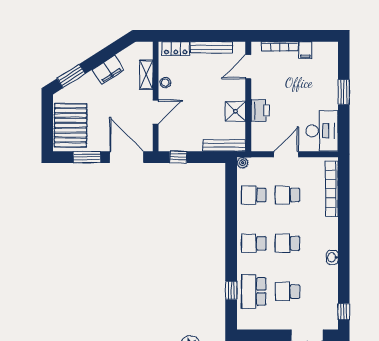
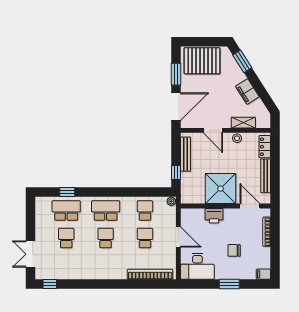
filing cabinet: (305, 50) -> (263, 274), moved
chair: (303, 86) -> (234, 250), added
shower: (235, 111) -> (220, 189), width x1.86, depth x1.86
bench: (224, 145) -> (186, 154), moved
window: (178, 157) -> (176, 172), moved
school desk: (254, 243) -> (106, 211), width x1.85
washbasin: (332, 257) -> (94, 275), removed

